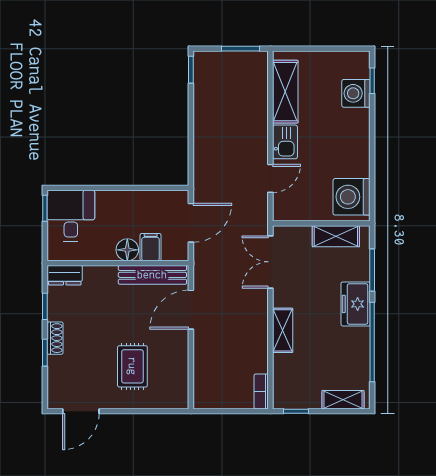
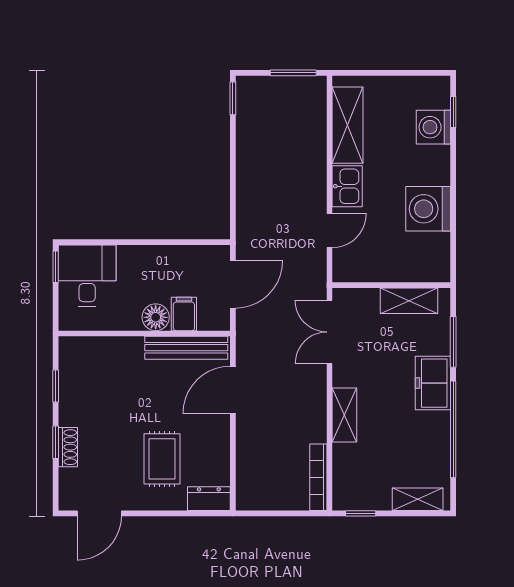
washing machine: (352, 197) -> (428, 209), moved
dresser: (65, 275) -> (209, 499), moved, turned 180
shoe rack: (55, 338) -> (68, 447), moved
bookcase: (261, 391) -> (318, 477), width x1.56

